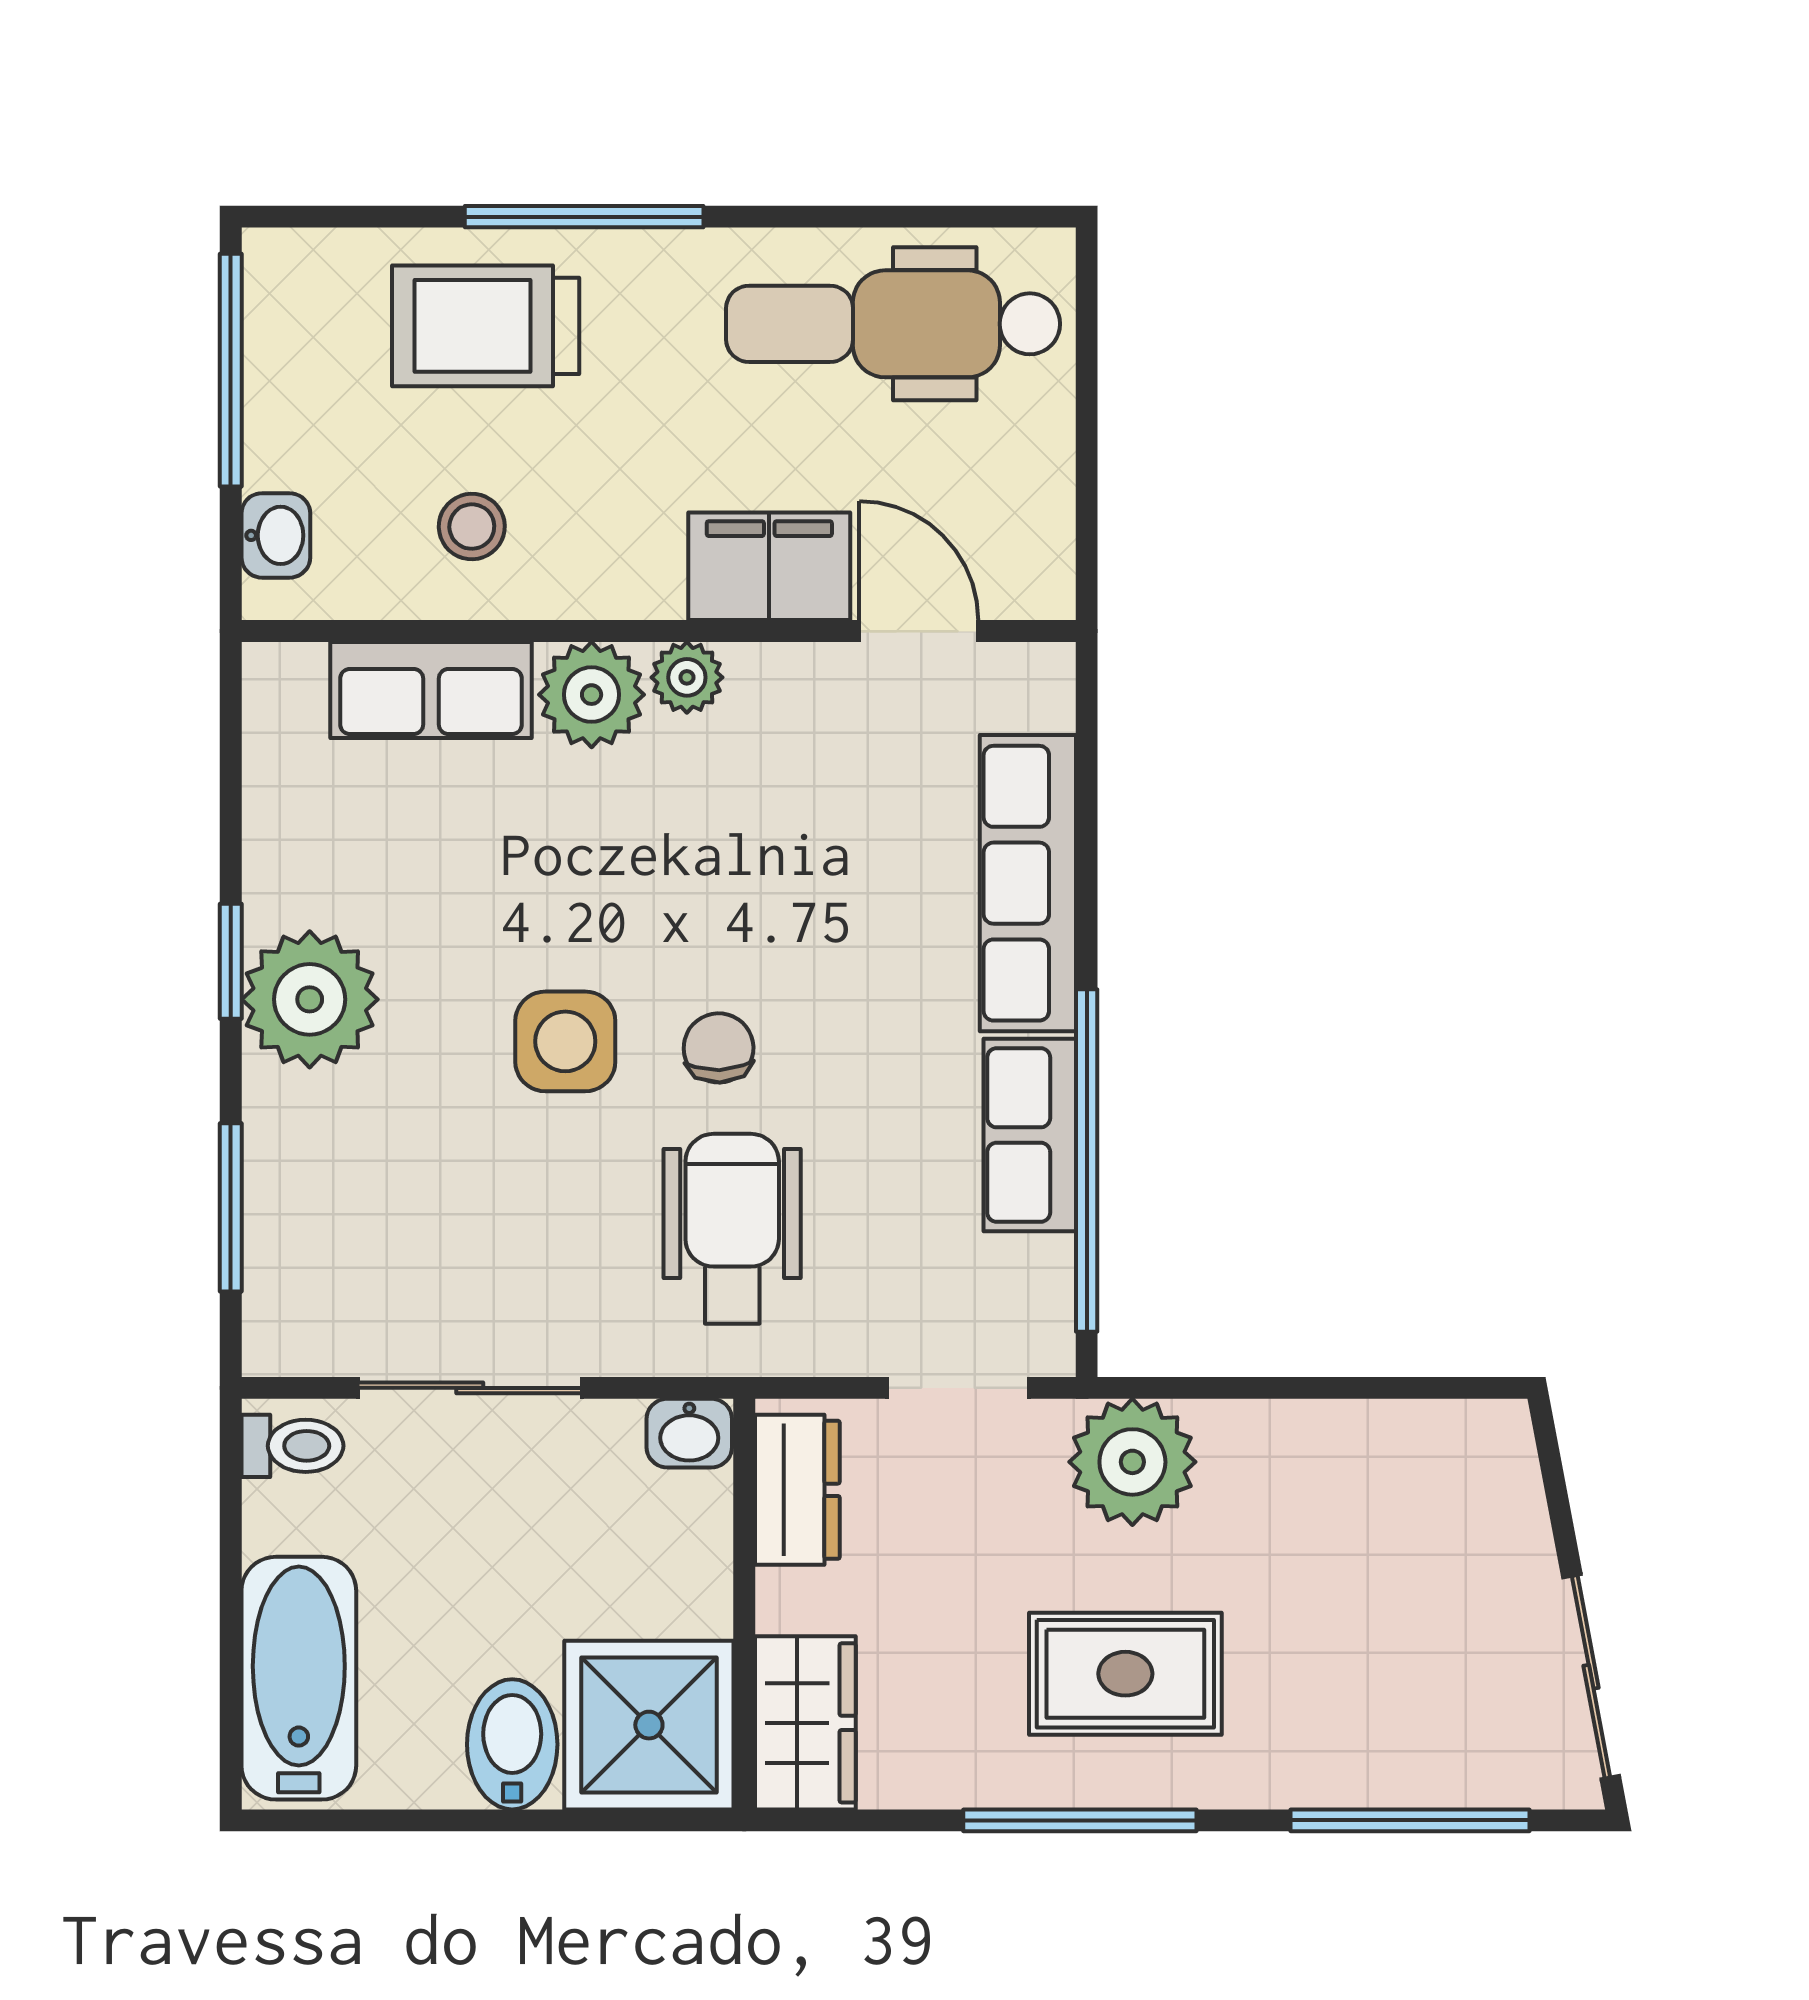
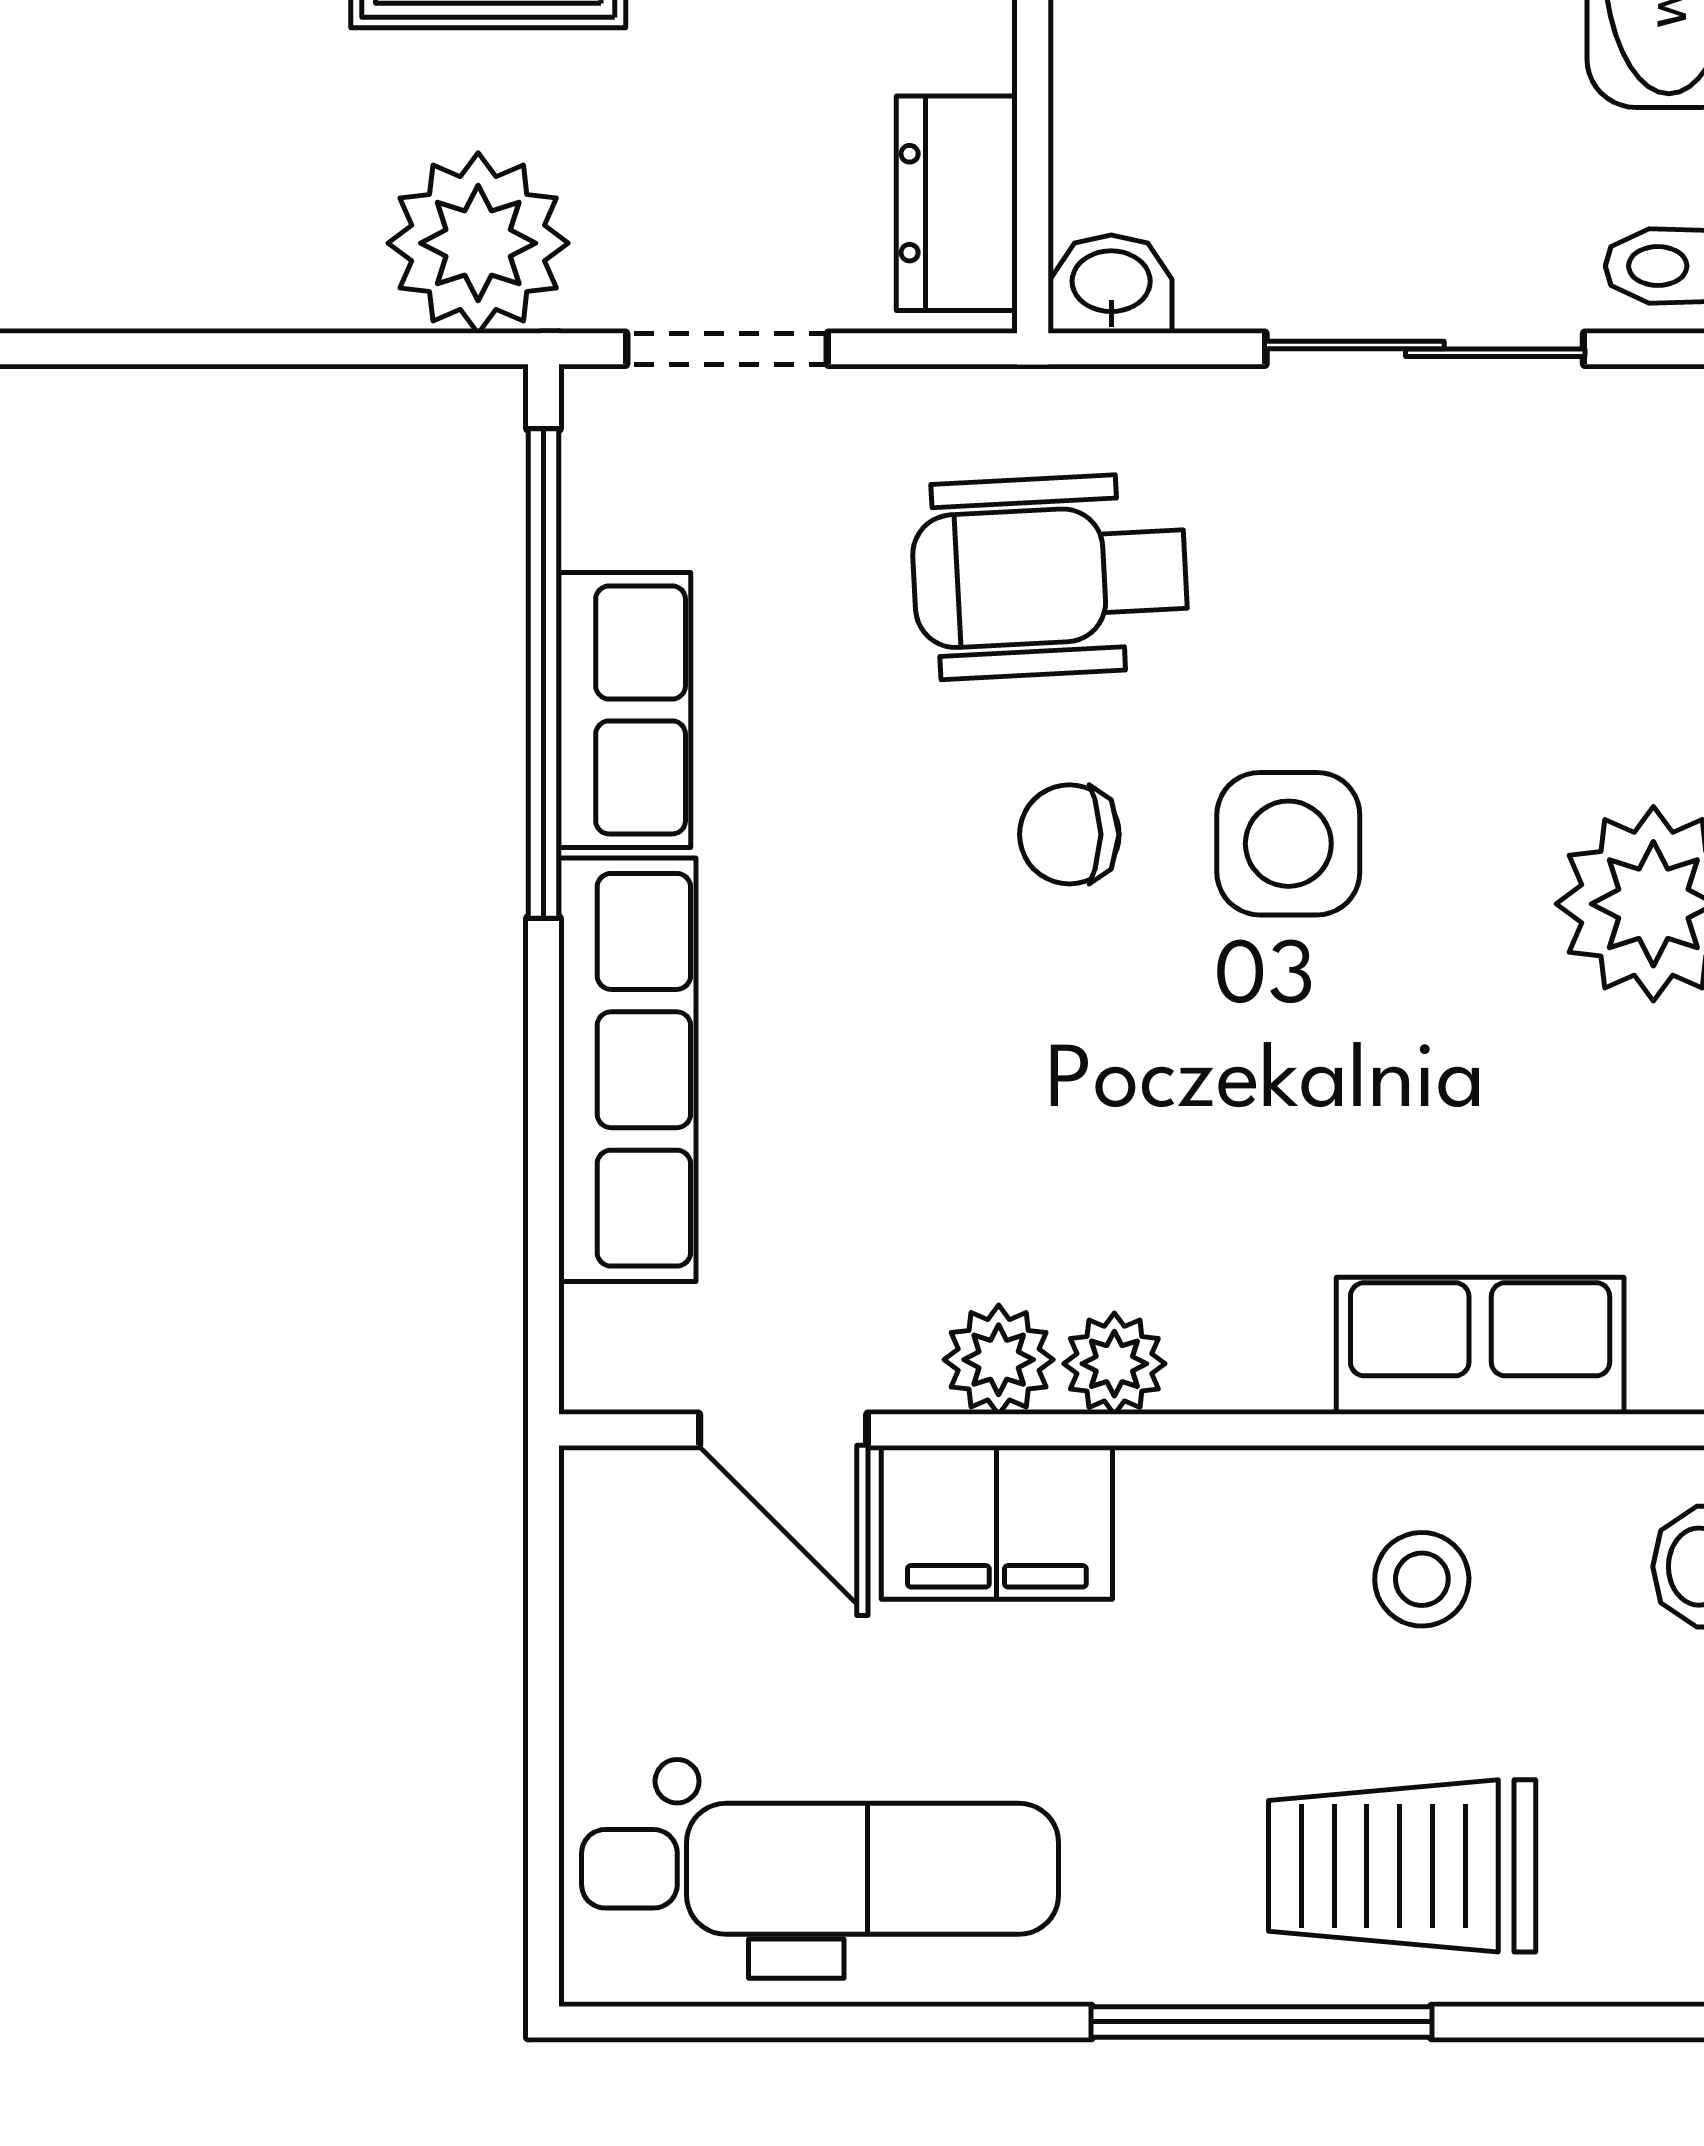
trolley: (486, 326) -> (1402, 1866), turned 180
plant: (592, 695) -> (999, 1360), moved, width x0.73, depth x0.73
chair: (719, 1048) -> (1069, 834), turned 92
wheelchair: (732, 1229) -> (1050, 576), turned 87

